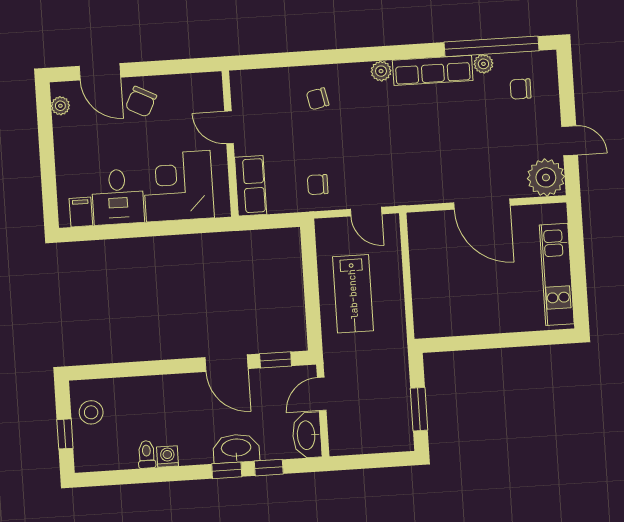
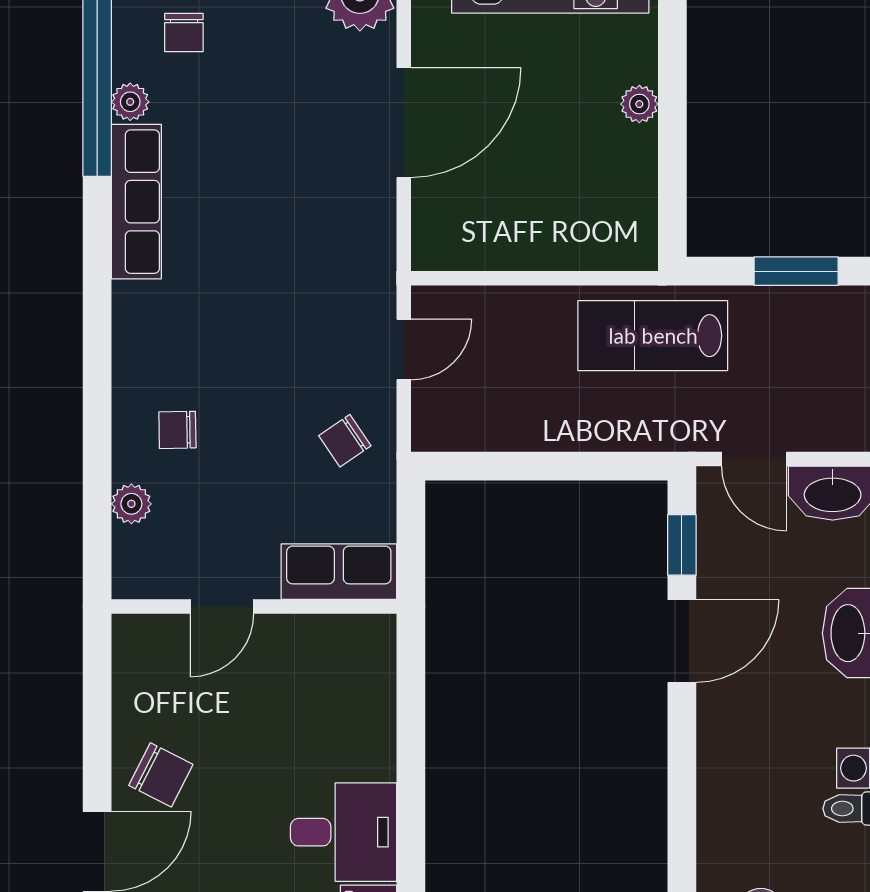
plant: (381, 71) -> (131, 504), moved
chair: (318, 99) -> (177, 430), turned 101
chair: (318, 185) -> (345, 441), turned 56
corner desk: (178, 186) -> (330, 713), removed
lab bench: (353, 294) -> (653, 336), moved, turned 180
plant: (499, 324) -> (639, 104), added

